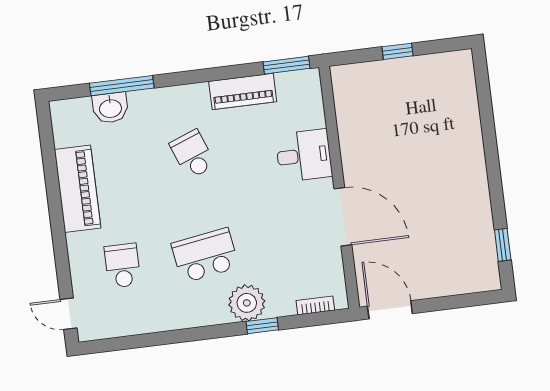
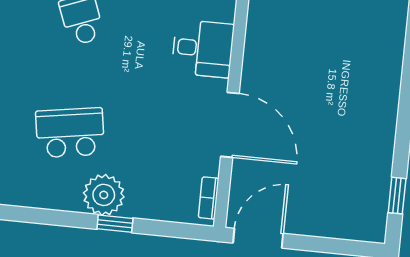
bookcase: (315, 305) -> (209, 198), moved, turned -90
door: (390, 310) -> (258, 238), hinge flipped

